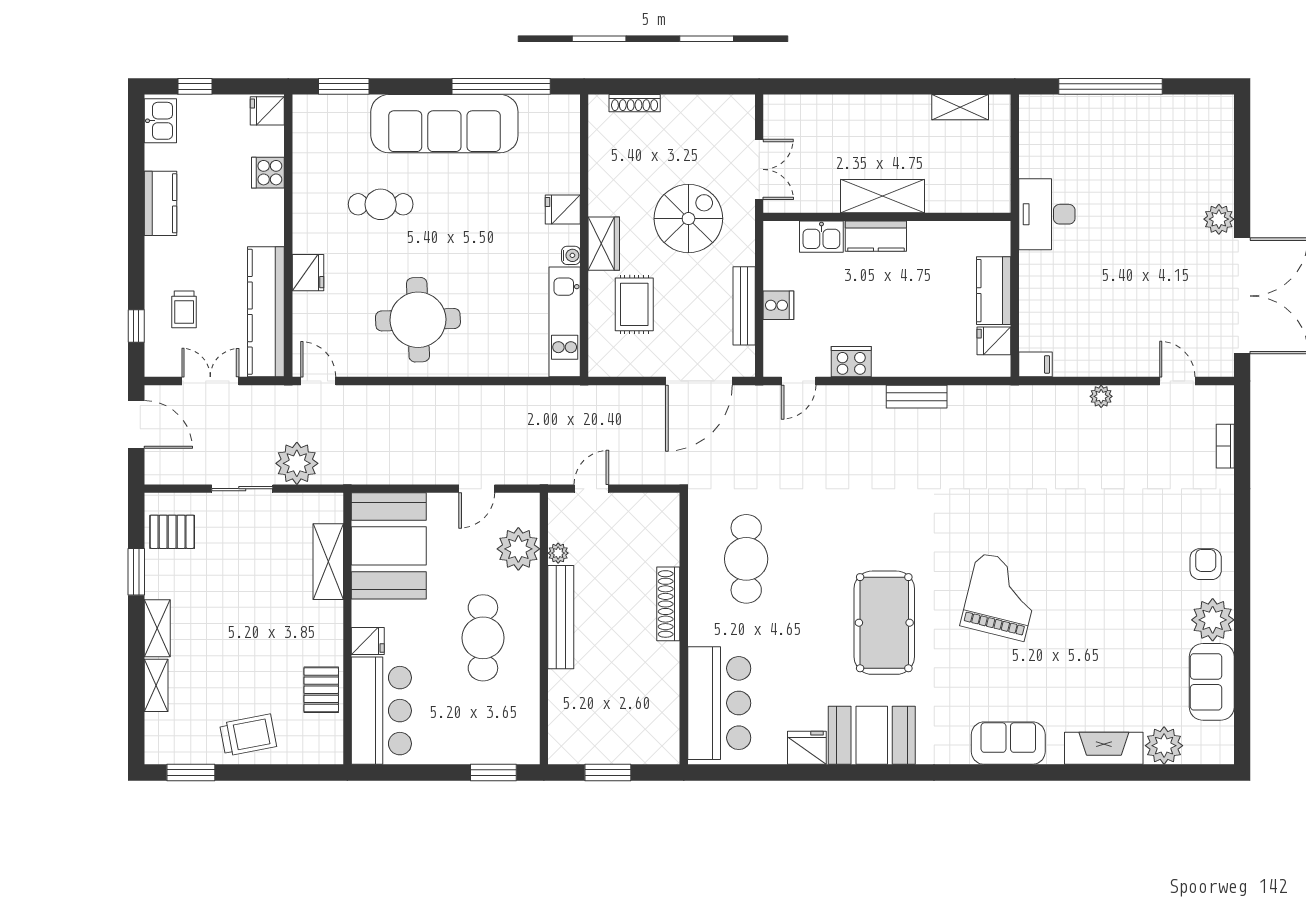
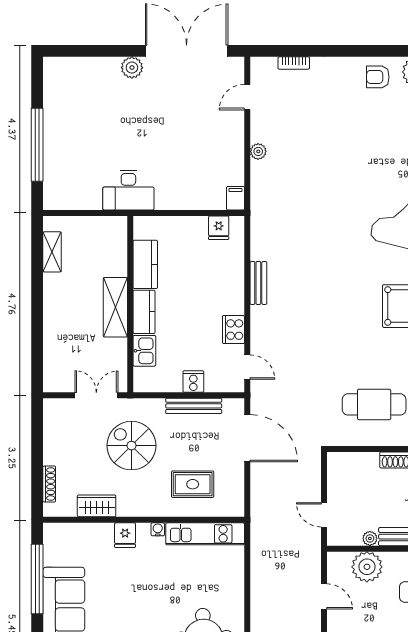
wardrobe: (604, 244) -> (97, 506), moved
kitchen counter: (994, 291) -> (145, 264), moved, turned -90

